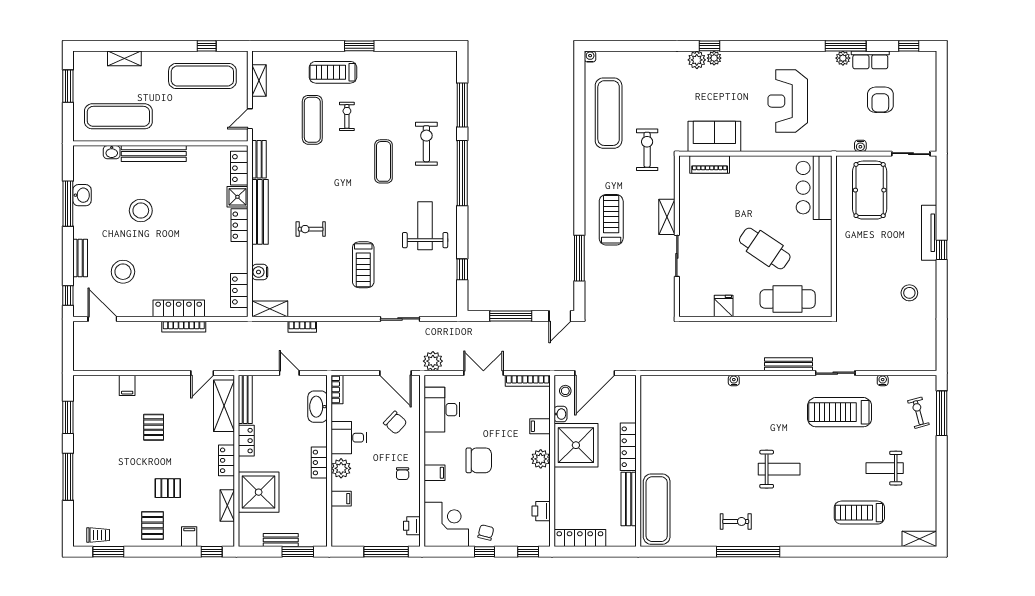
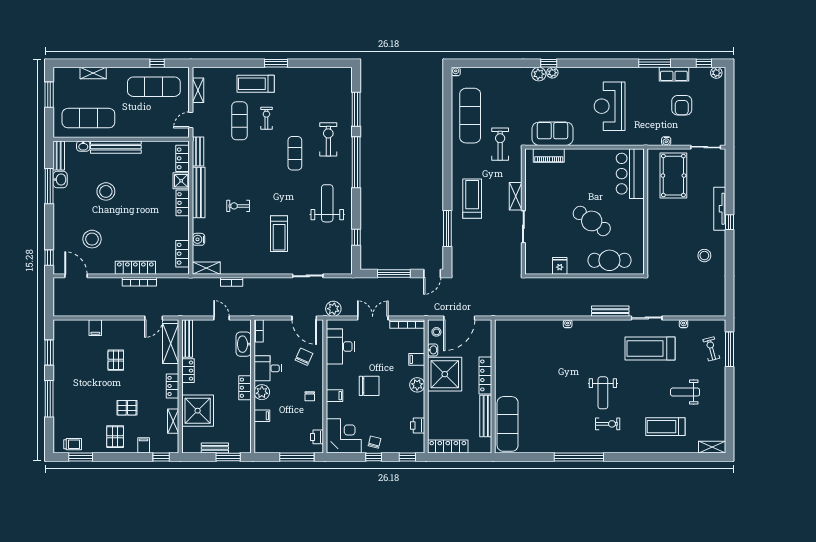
plant: (843, 58) -> (716, 73), moved
bench: (80, 258) -> (59, 155), moved
chair: (395, 423) -> (304, 357), turned -109
weight bench: (779, 469) -> (603, 393), turned 90
exercise bike: (736, 521) -> (608, 424), moved

